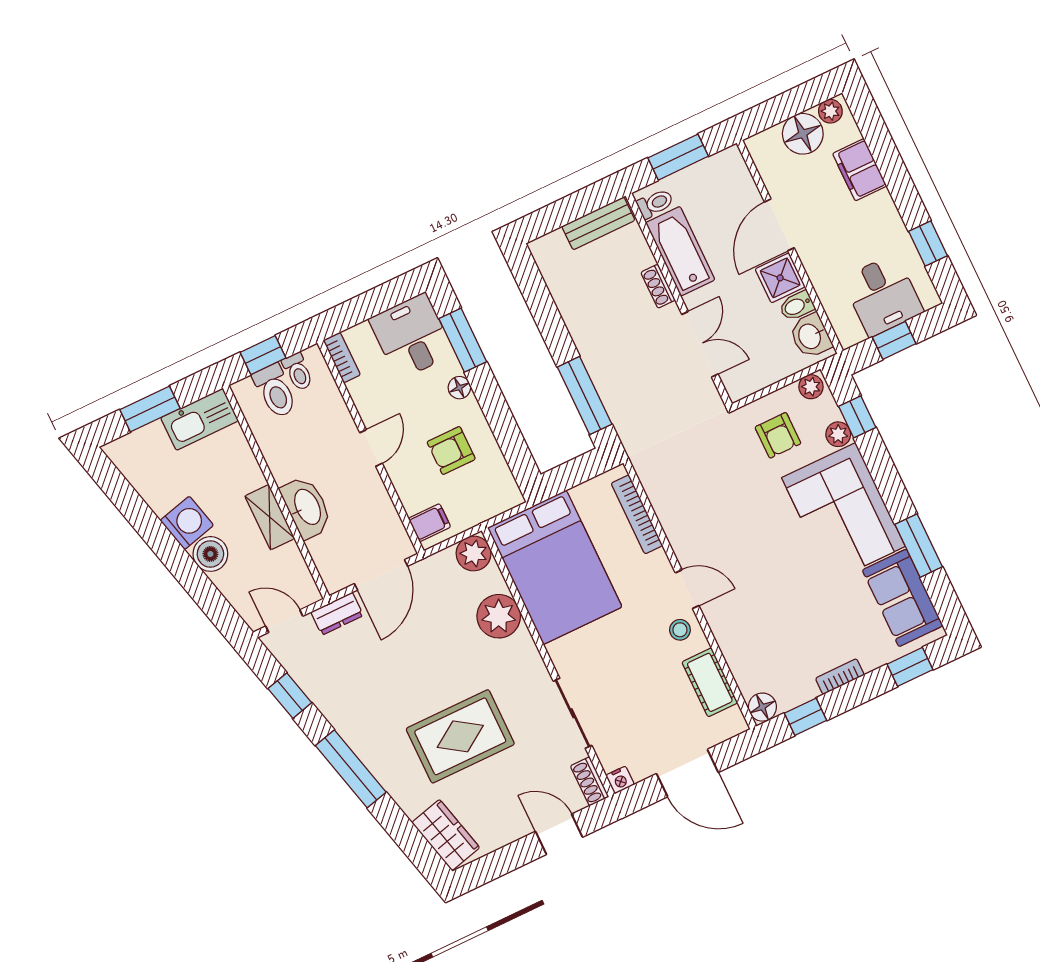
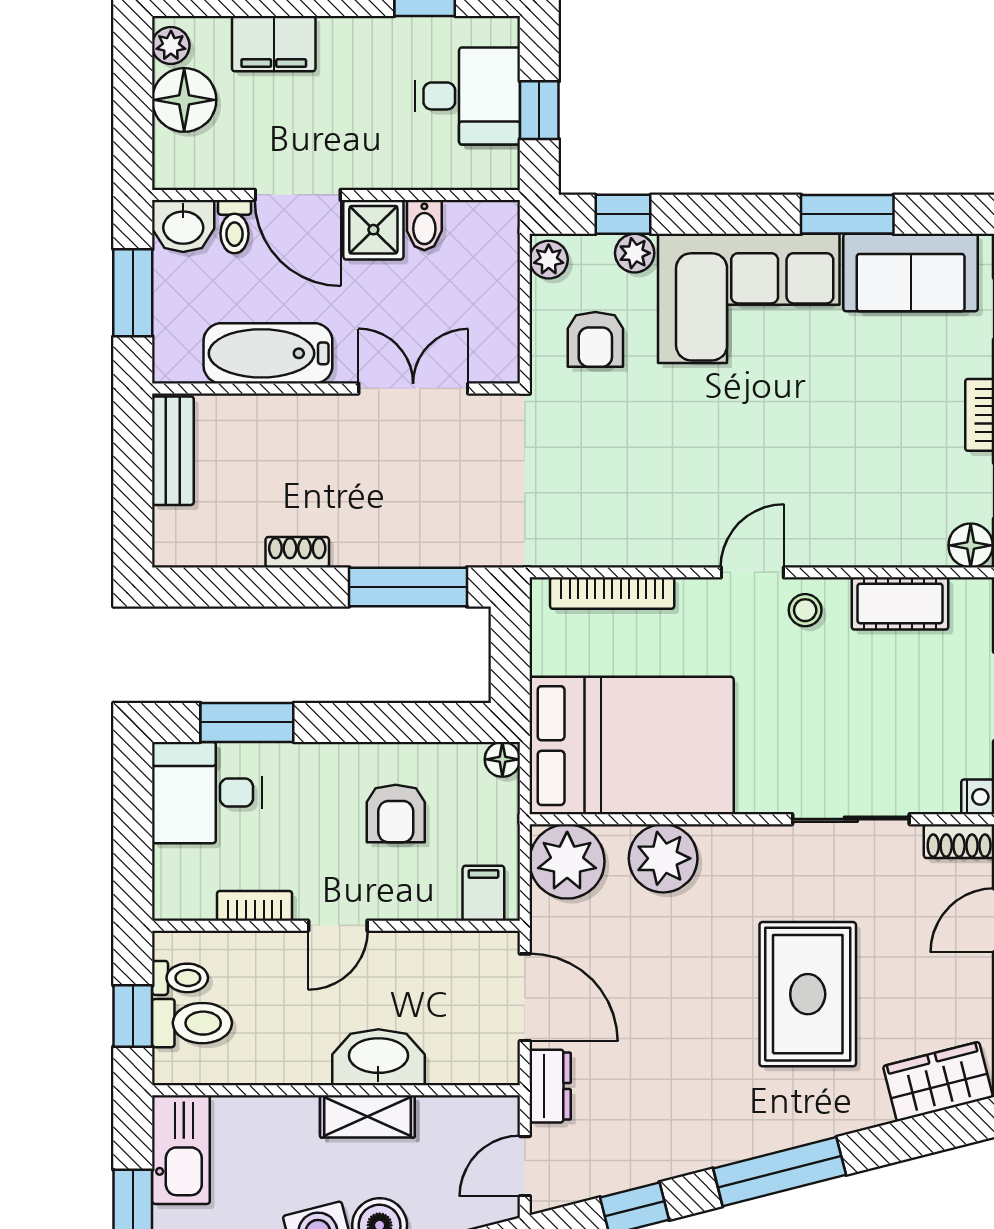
toilet: (655, 204) -> (235, 227), moved, turned 180
shoe rack: (658, 286) -> (297, 552), moved, turned 180
washbasin: (810, 336) -> (183, 226), moved
bookcase: (342, 358) -> (255, 906), moved
floor lamp: (459, 388) -> (502, 759), moved
armchair: (778, 435) -> (595, 339), turned 90
door: (371, 448) -> (338, 926), swing flipped
plant: (474, 553) -> (567, 861), width x1.36, depth x1.36

